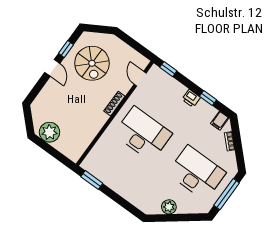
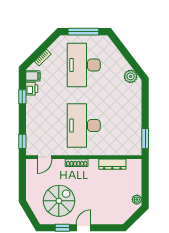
printer: (191, 98) -> (32, 89), moved
plant: (49, 132) -> (137, 200), width x0.53, depth x0.53
dresser: (90, 134) -> (112, 164), added
plant: (169, 207) -> (131, 76), moved

